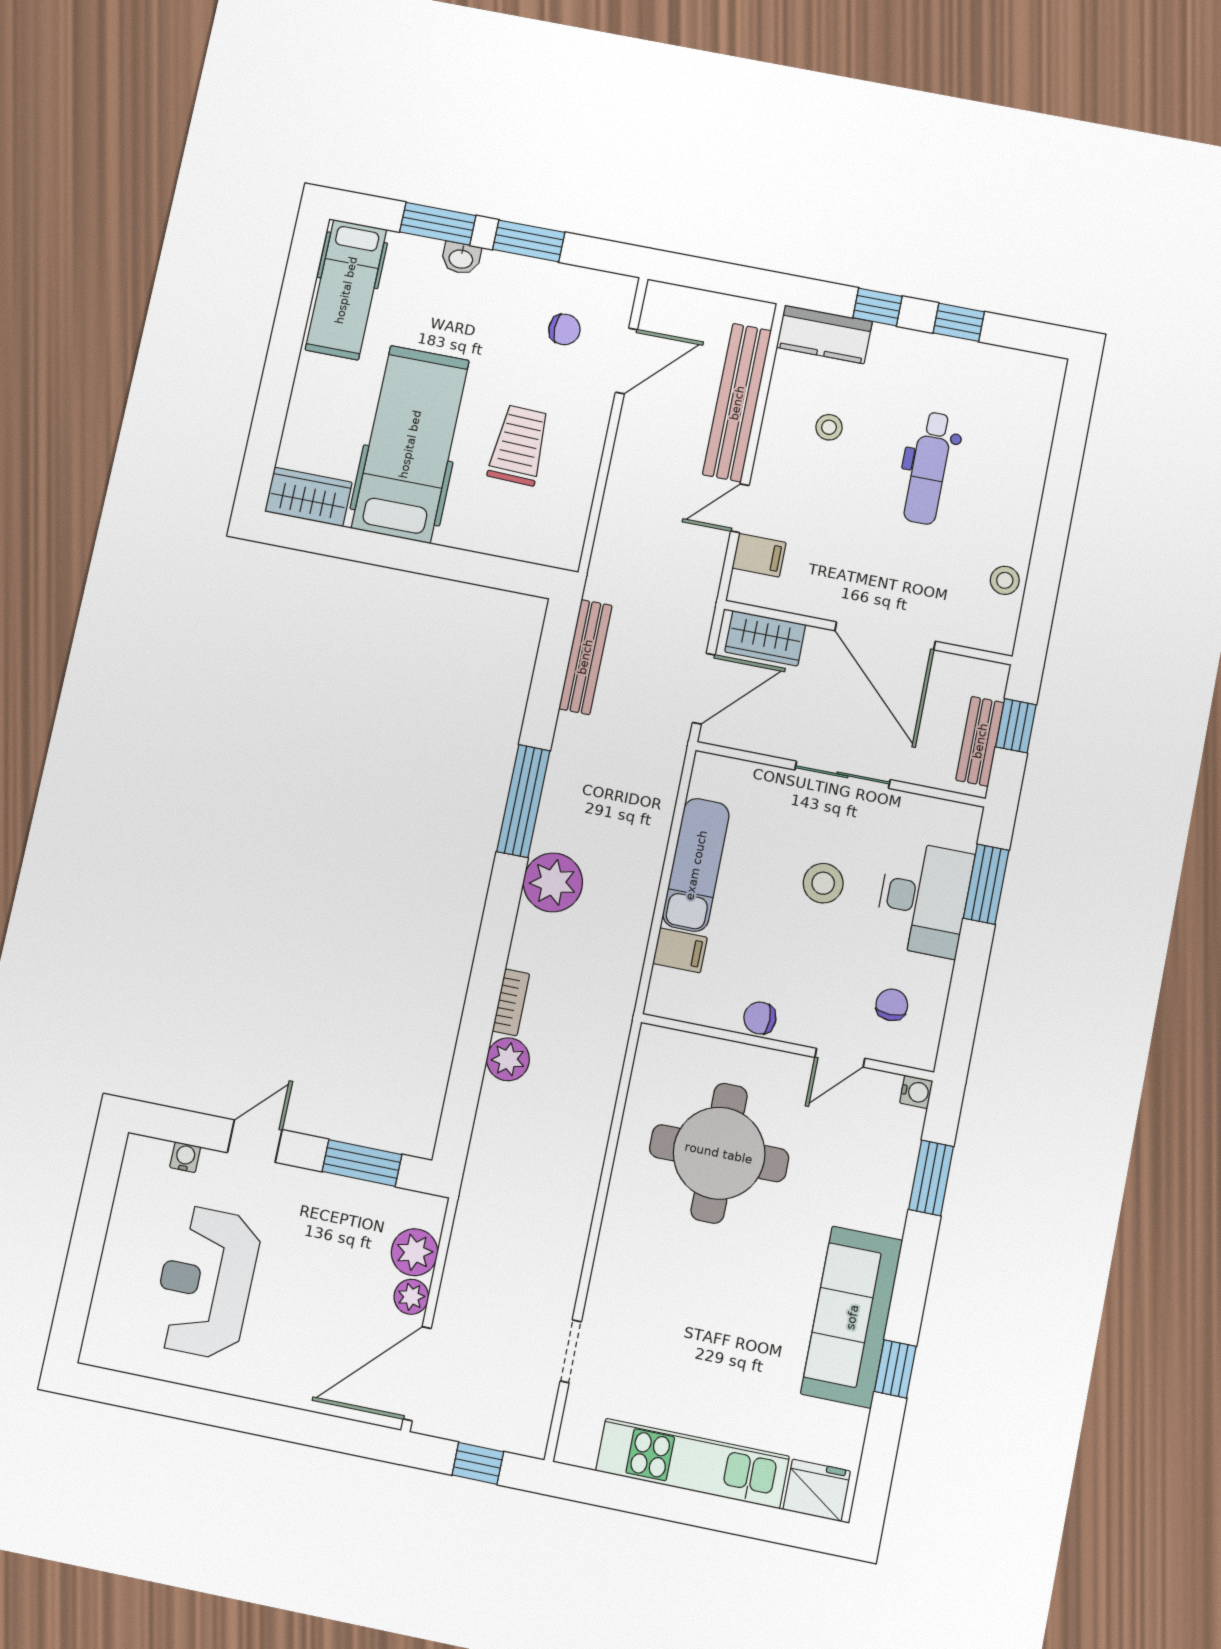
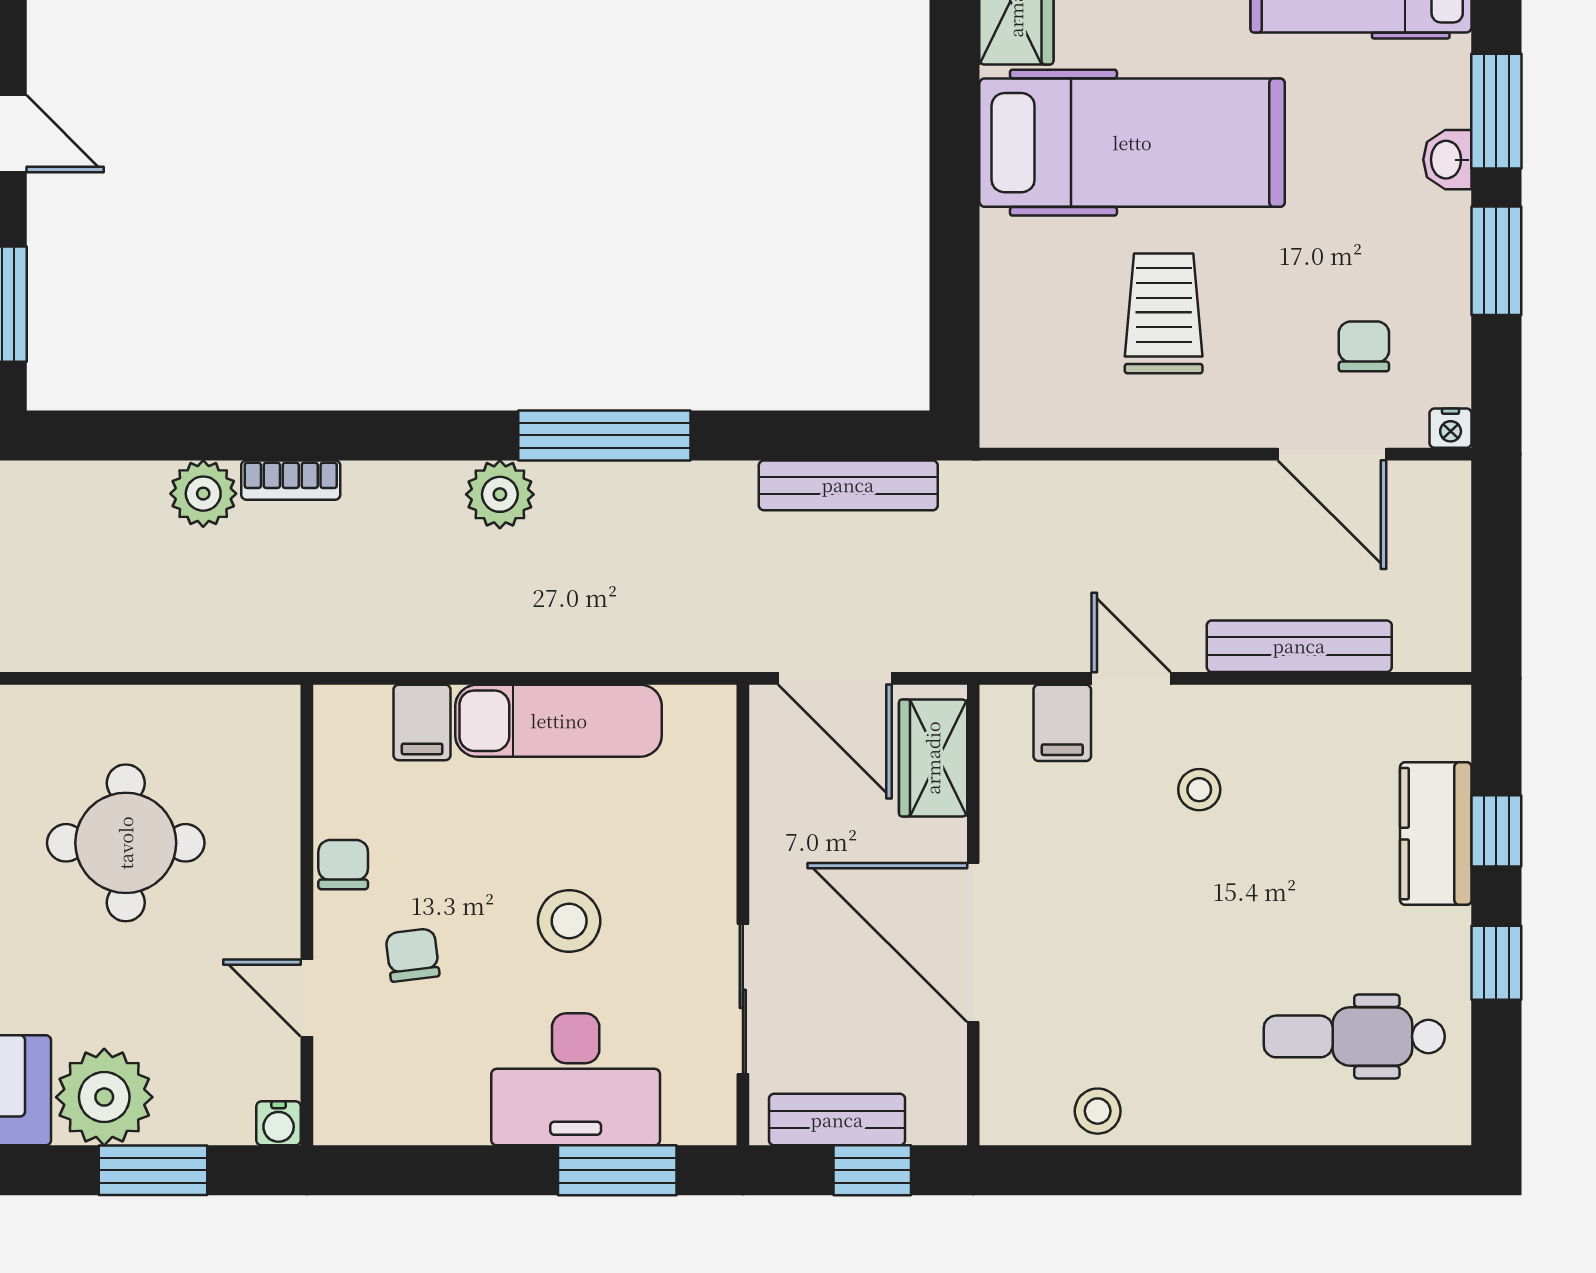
nightstand: (625, 287) -> (1451, 428), added
chair: (564, 329) -> (1364, 346), turned 180
kitchen counter: (824, 334) -> (1436, 834), moved
bench: (737, 403) -> (1299, 646), width x0.73, depth x0.82
stool: (829, 427) -> (1199, 790), moved
trolley: (519, 445) -> (1164, 313), turned -92
dental chair: (929, 468) -> (1354, 1036), moved
door: (885, 636) -> (973, 943), hinge flipped
sliding door: (842, 775) -> (743, 999), moved
plant: (553, 882) -> (500, 494), width x0.73, depth x0.73
chair: (892, 1005) -> (412, 955), moved, turned -97
round table: (719, 1153) -> (126, 843), width x0.73, depth x0.73
plant: (878, 1200) -> (104, 1097), added

